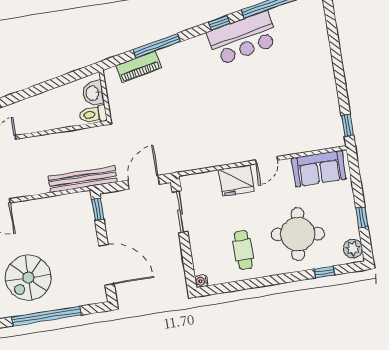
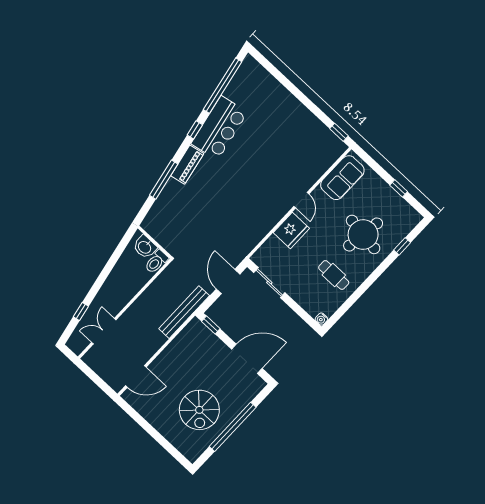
piano: (139, 67) -> (187, 165), moved
plant: (353, 249) -> (409, 215), removed

